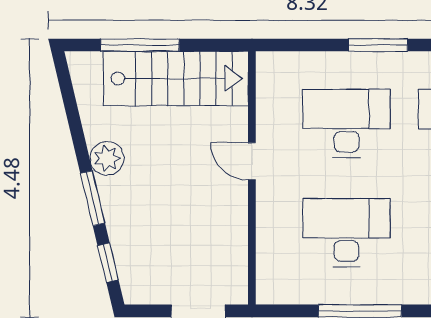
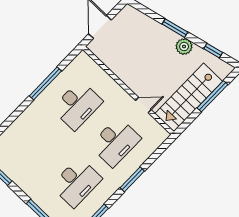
door: (252, 161) -> (143, 105), moved
window: (108, 263) -> (213, 51), moved

